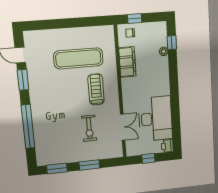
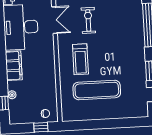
filing cabinet: (127, 62) -> (14, 66), moved, turned 180
double door: (123, 127) -> (54, 20), swing flipped

